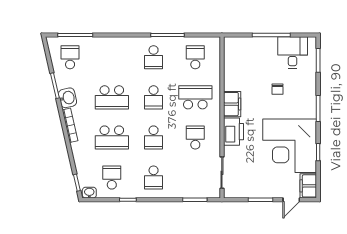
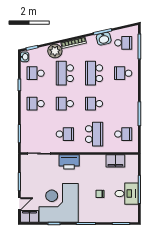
desk: (293, 53) -> (127, 194), moved
school desk: (154, 57) -> (123, 73), moved
washbasin: (68, 98) -> (104, 39), moved
filing cabinet: (232, 104) -> (115, 161), moved
plant: (81, 151) -> (55, 51), added
school desk: (112, 178) -> (36, 73), turned 180
door: (291, 200) -> (19, 204), swing flipped

